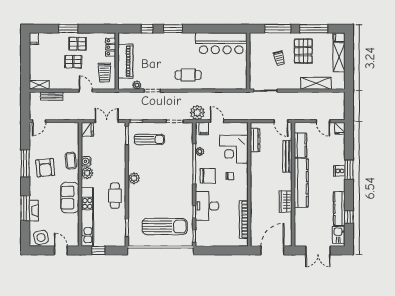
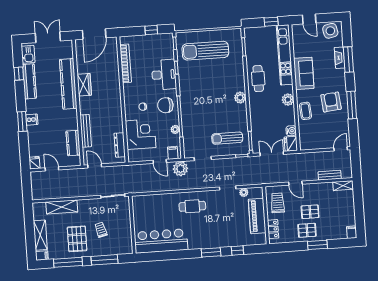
double door: (107, 121) -> (272, 154), swing flipped
water cooler: (86, 161) -> (291, 131), moved
kitchen counter: (301, 183) -> (68, 84), moved
window: (216, 250) -> (151, 30), added

